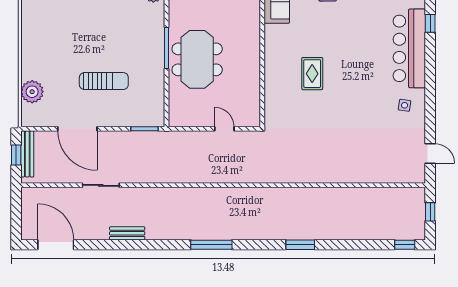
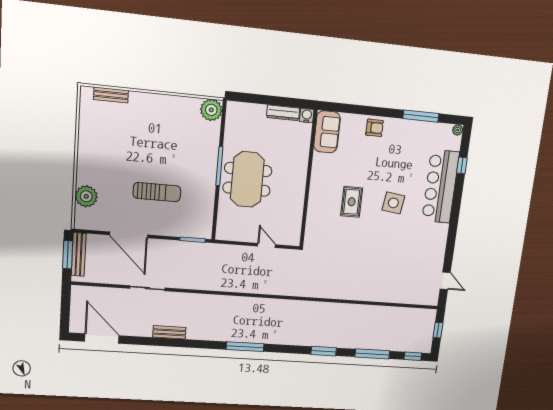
side table: (405, 105) -> (393, 203), moved, width x1.87, depth x1.87
window: (16, 155) -> (68, 255), width x1.50
window: (357, 245) -> (372, 354), added

